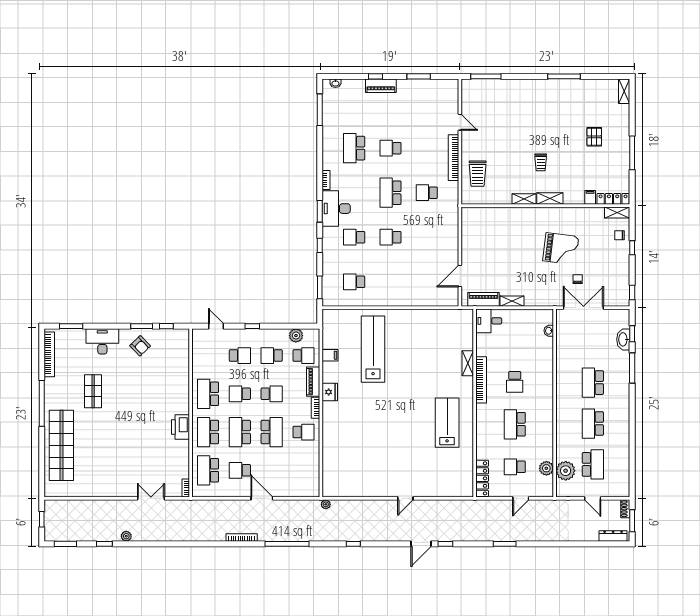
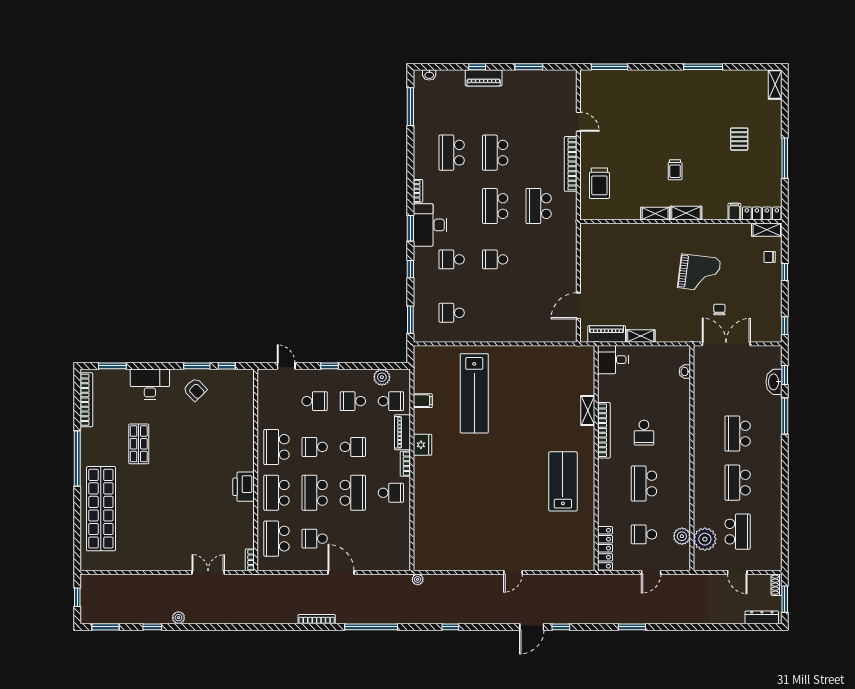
school desk: (390, 148) -> (495, 153), width x1.85
school desk: (427, 193) -> (539, 206), width x1.85
lab bench: (373, 349) -> (474, 393), turned 180

